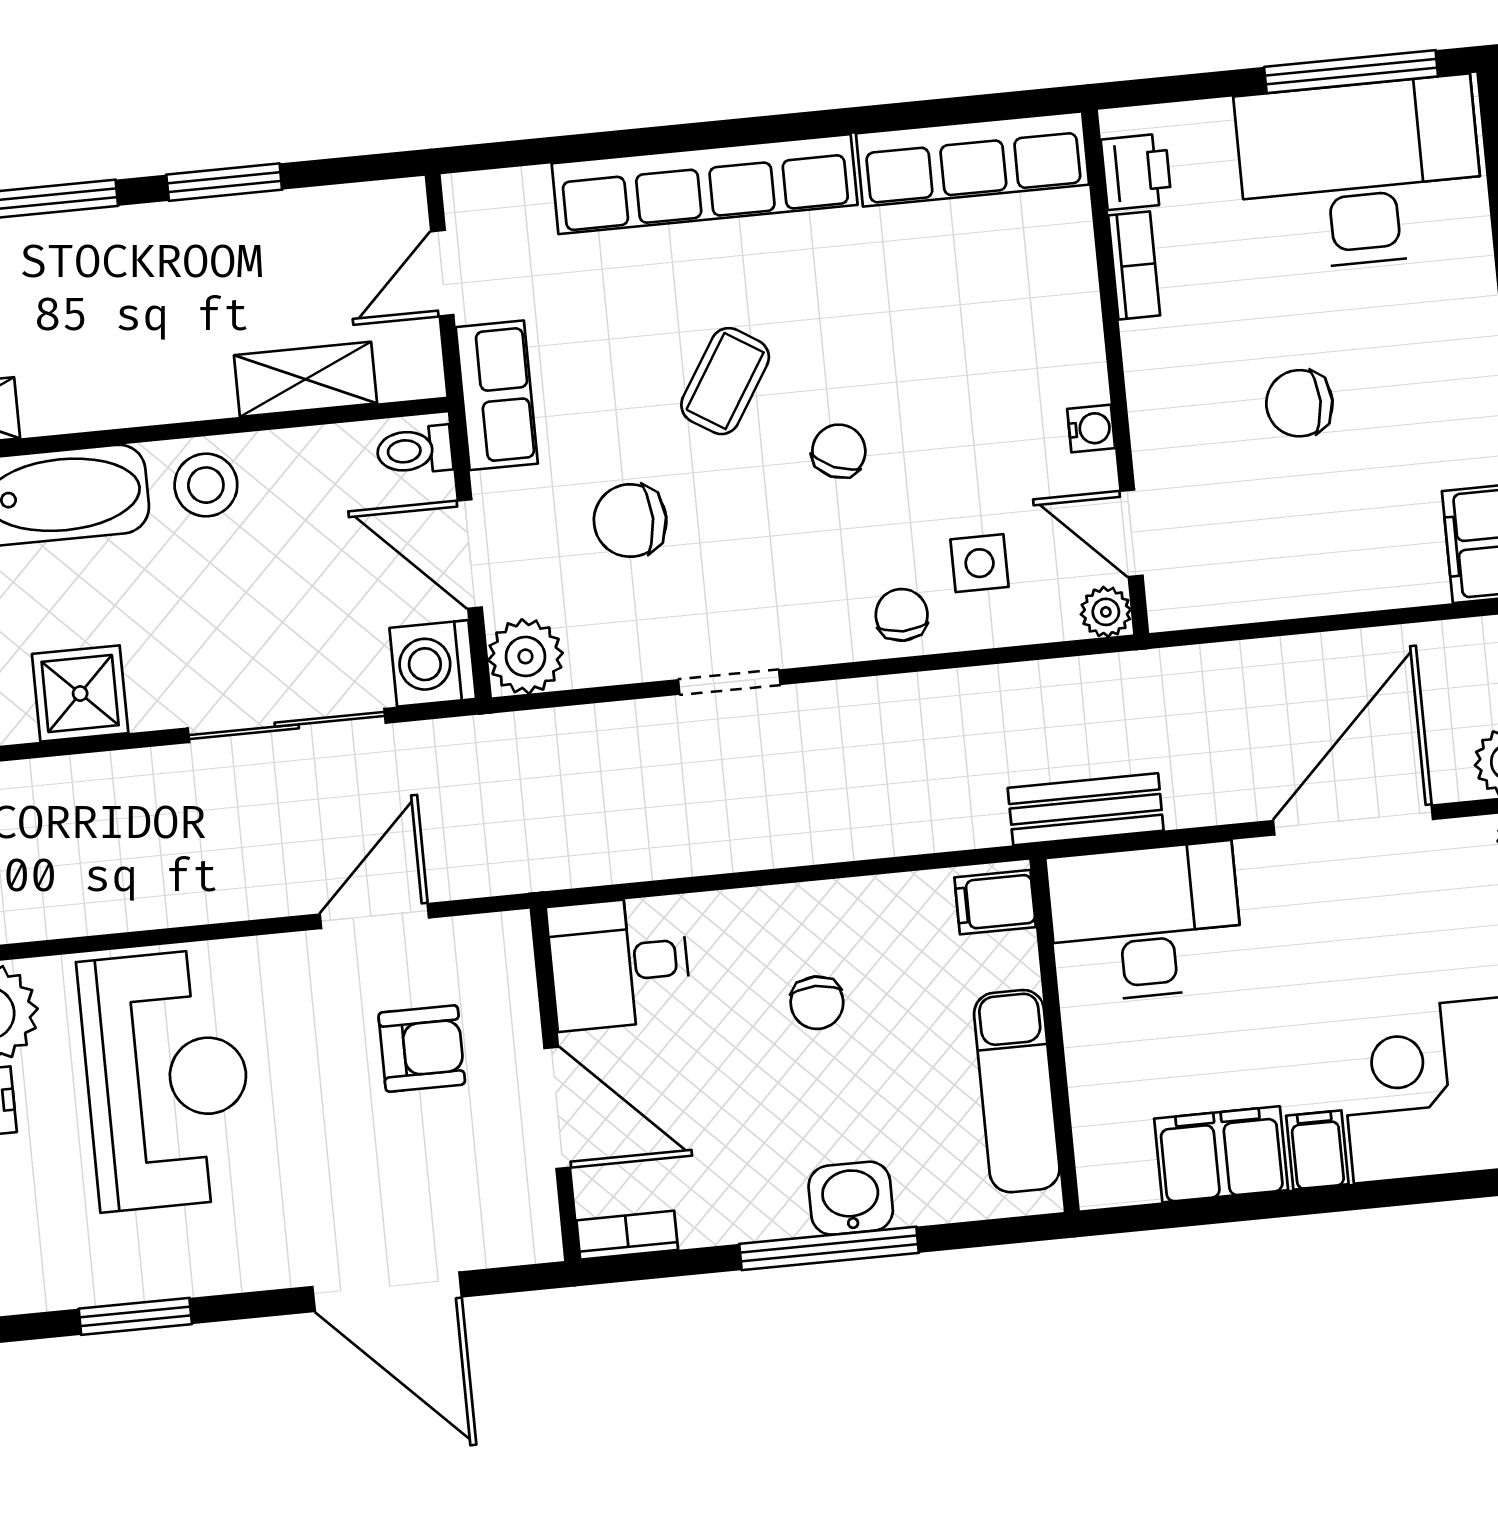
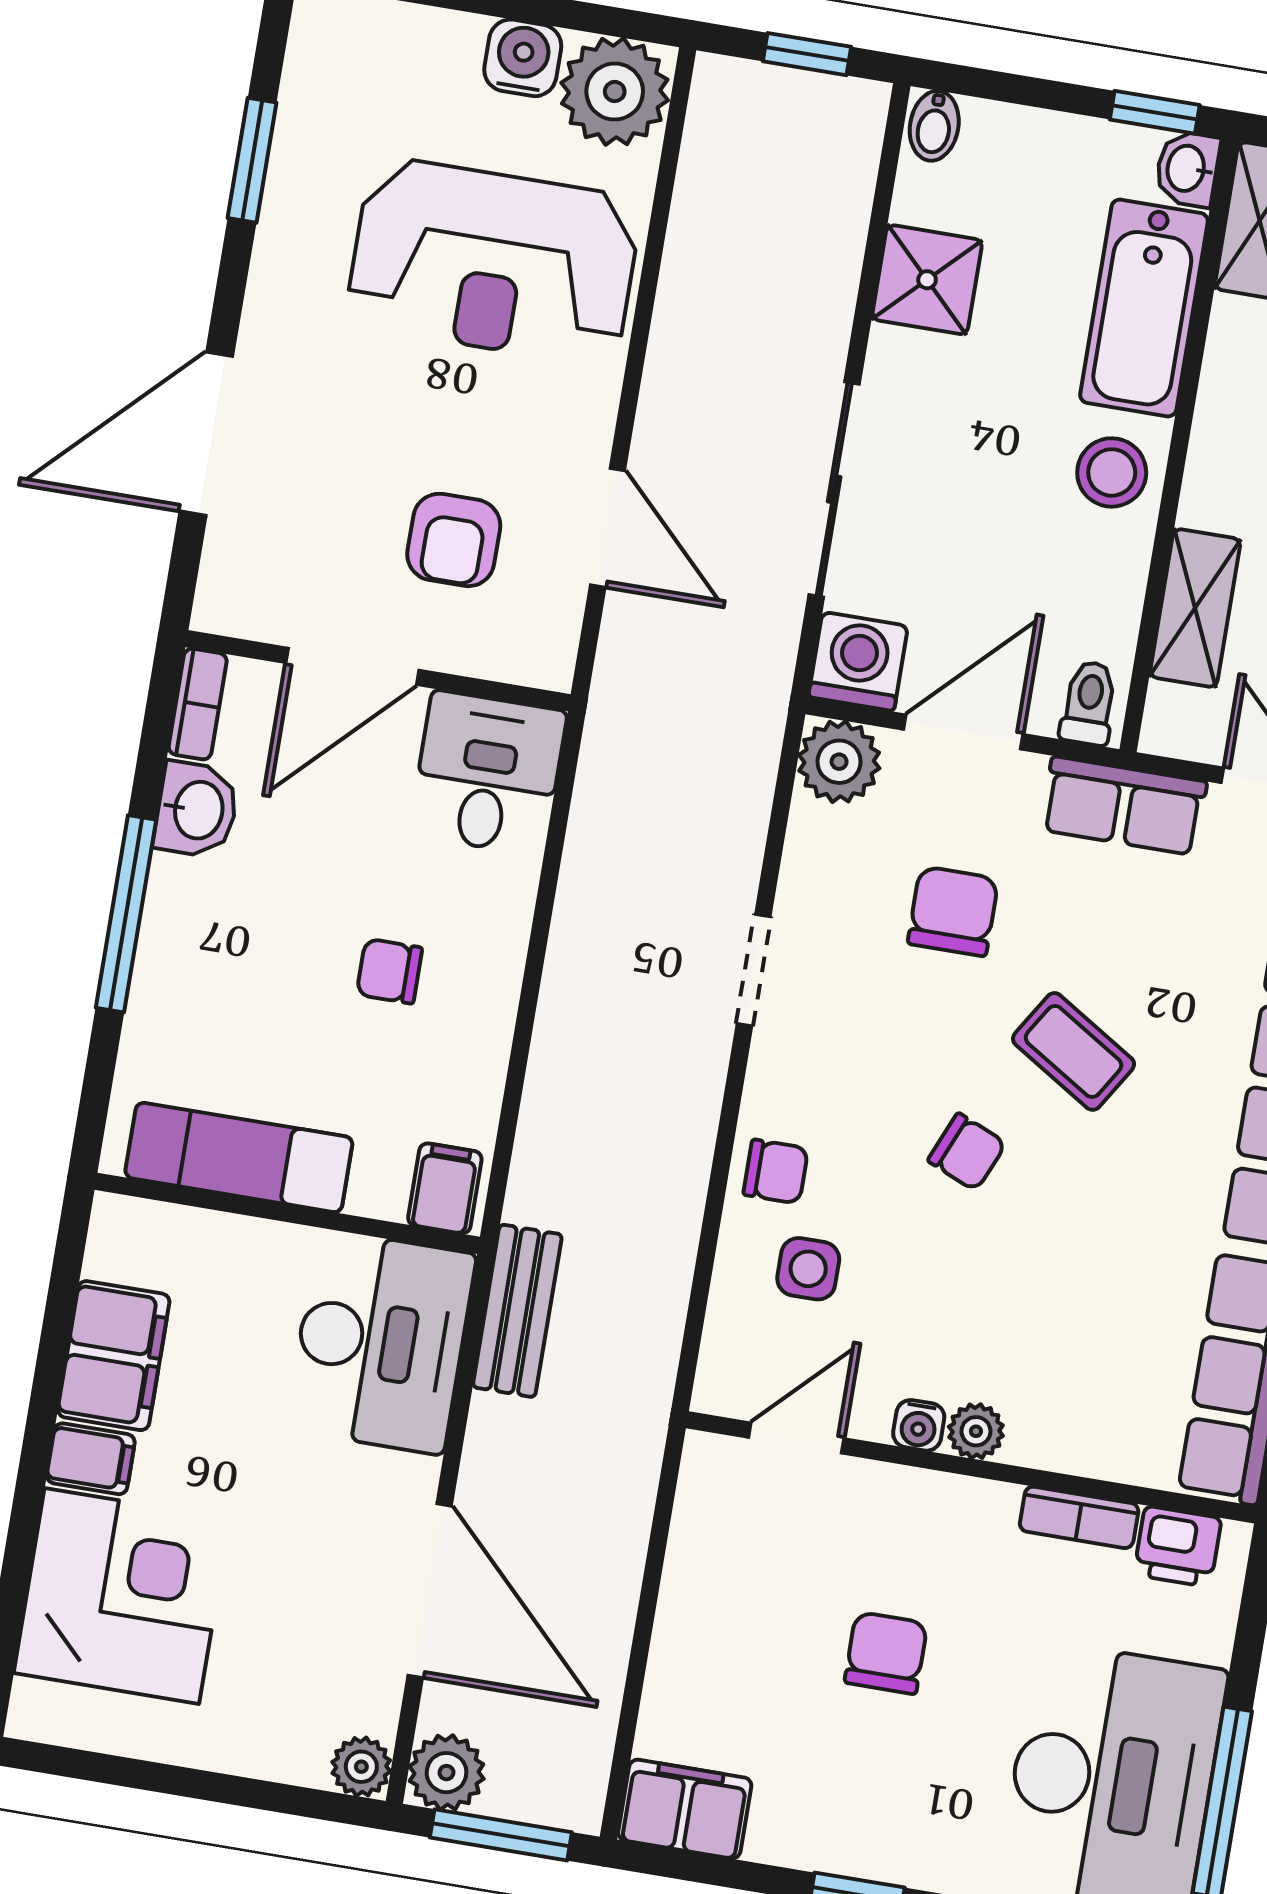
plant: (1106, 612) -> (976, 1431), moved
washbasin: (851, 1198) -> (197, 810), moved

